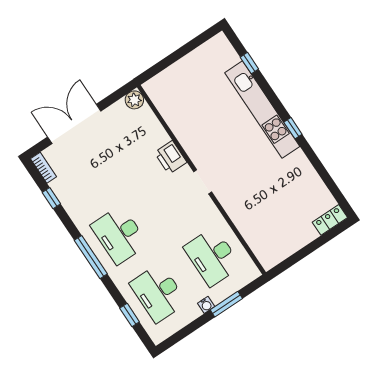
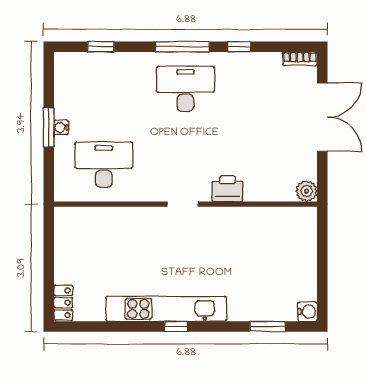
water cooler: (220, 42) -> (308, 312), added
window: (249, 63) -> (268, 327), width x1.50
kitchen unit: (262, 110) -> (166, 309), moved
window: (51, 198) -> (239, 47), moved
desk: (158, 293) -> (104, 89), removed
window: (226, 304) -> (49, 128), moved

